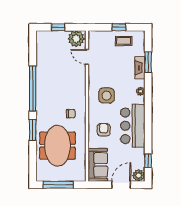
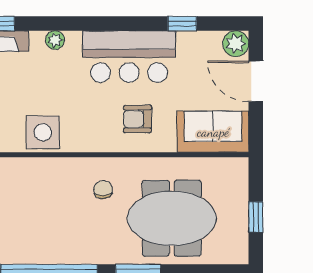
side table: (106, 96) -> (43, 132), moved
window: (148, 161) -> (182, 24), moved
window: (58, 185) -> (256, 217), width x0.46

